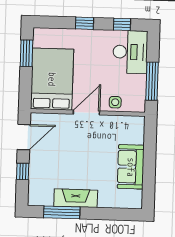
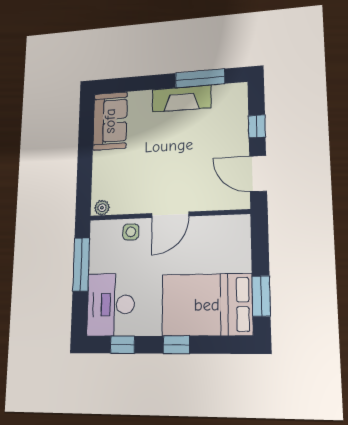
bed: (52, 79) -> (207, 305), moved, turned 90
plant: (136, 121) -> (102, 208), added
door: (24, 137) -> (258, 174), hinge flipped
sofa: (131, 167) -> (110, 121), moved

